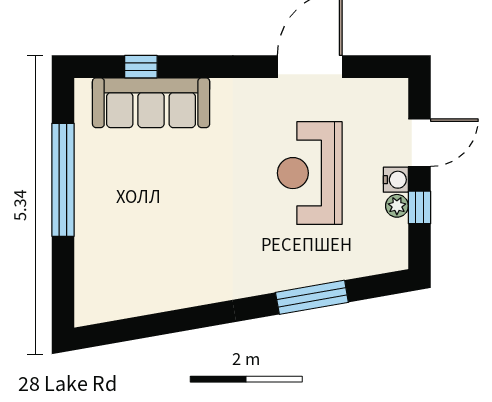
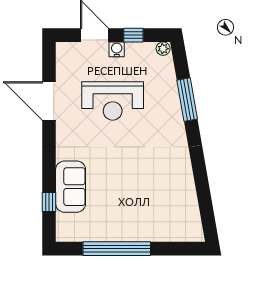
sofa: (151, 103) -> (71, 187), width x0.73
plant: (397, 206) -> (163, 49), moved

